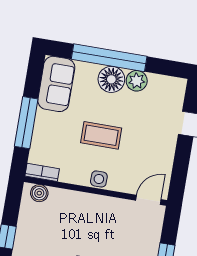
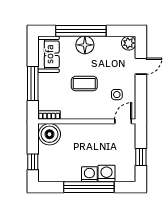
plant: (137, 81) -> (129, 43), moved
side table: (99, 179) -> (117, 95), moved
boiler: (39, 193) -> (49, 134), width x1.86, depth x1.86

